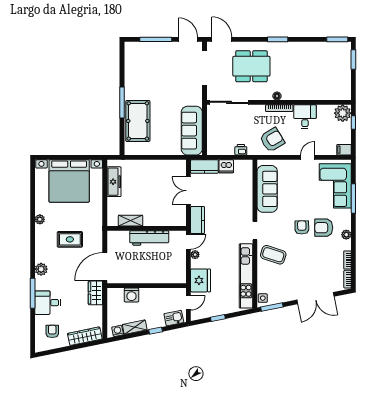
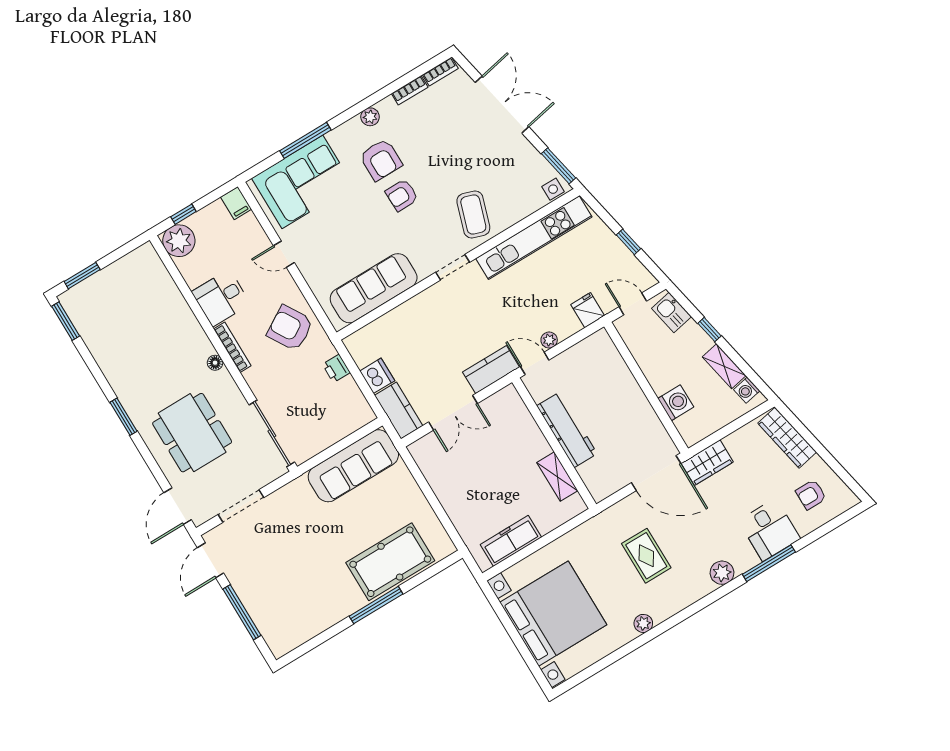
doorway: (204, 68) -> (241, 506), width x0.73
fridge: (201, 280) -> (588, 310), width x0.53, depth x0.75

